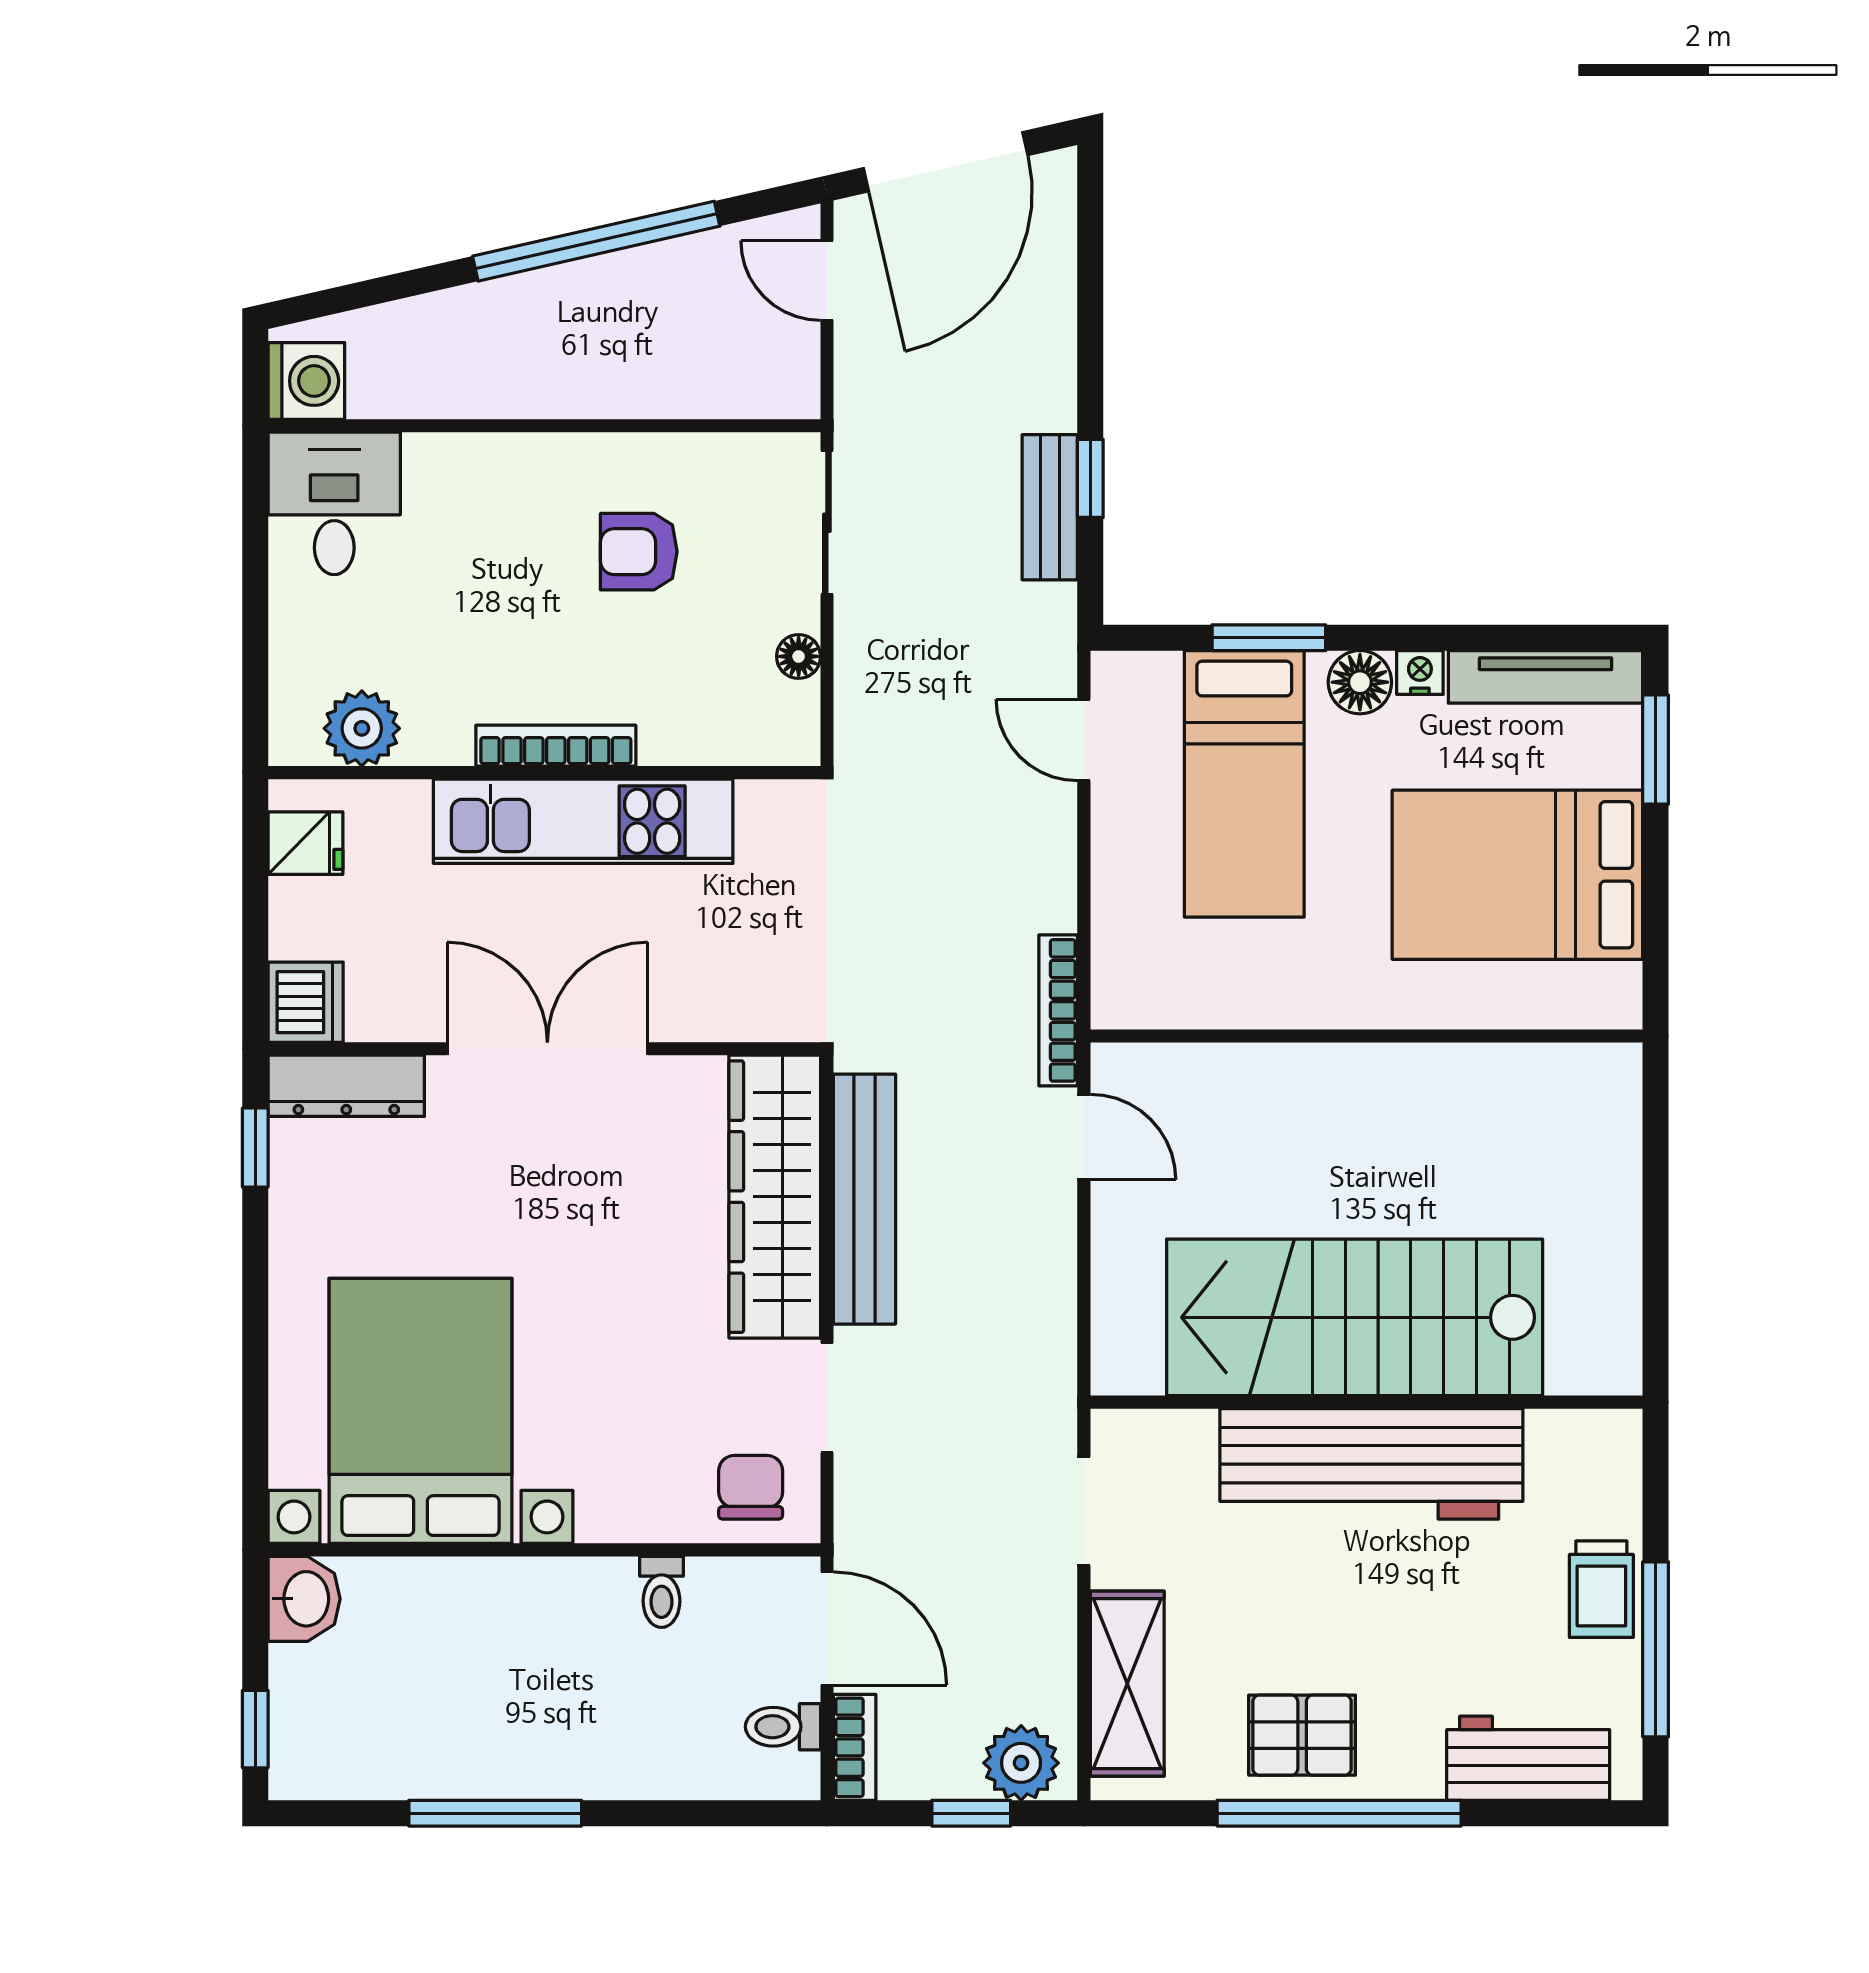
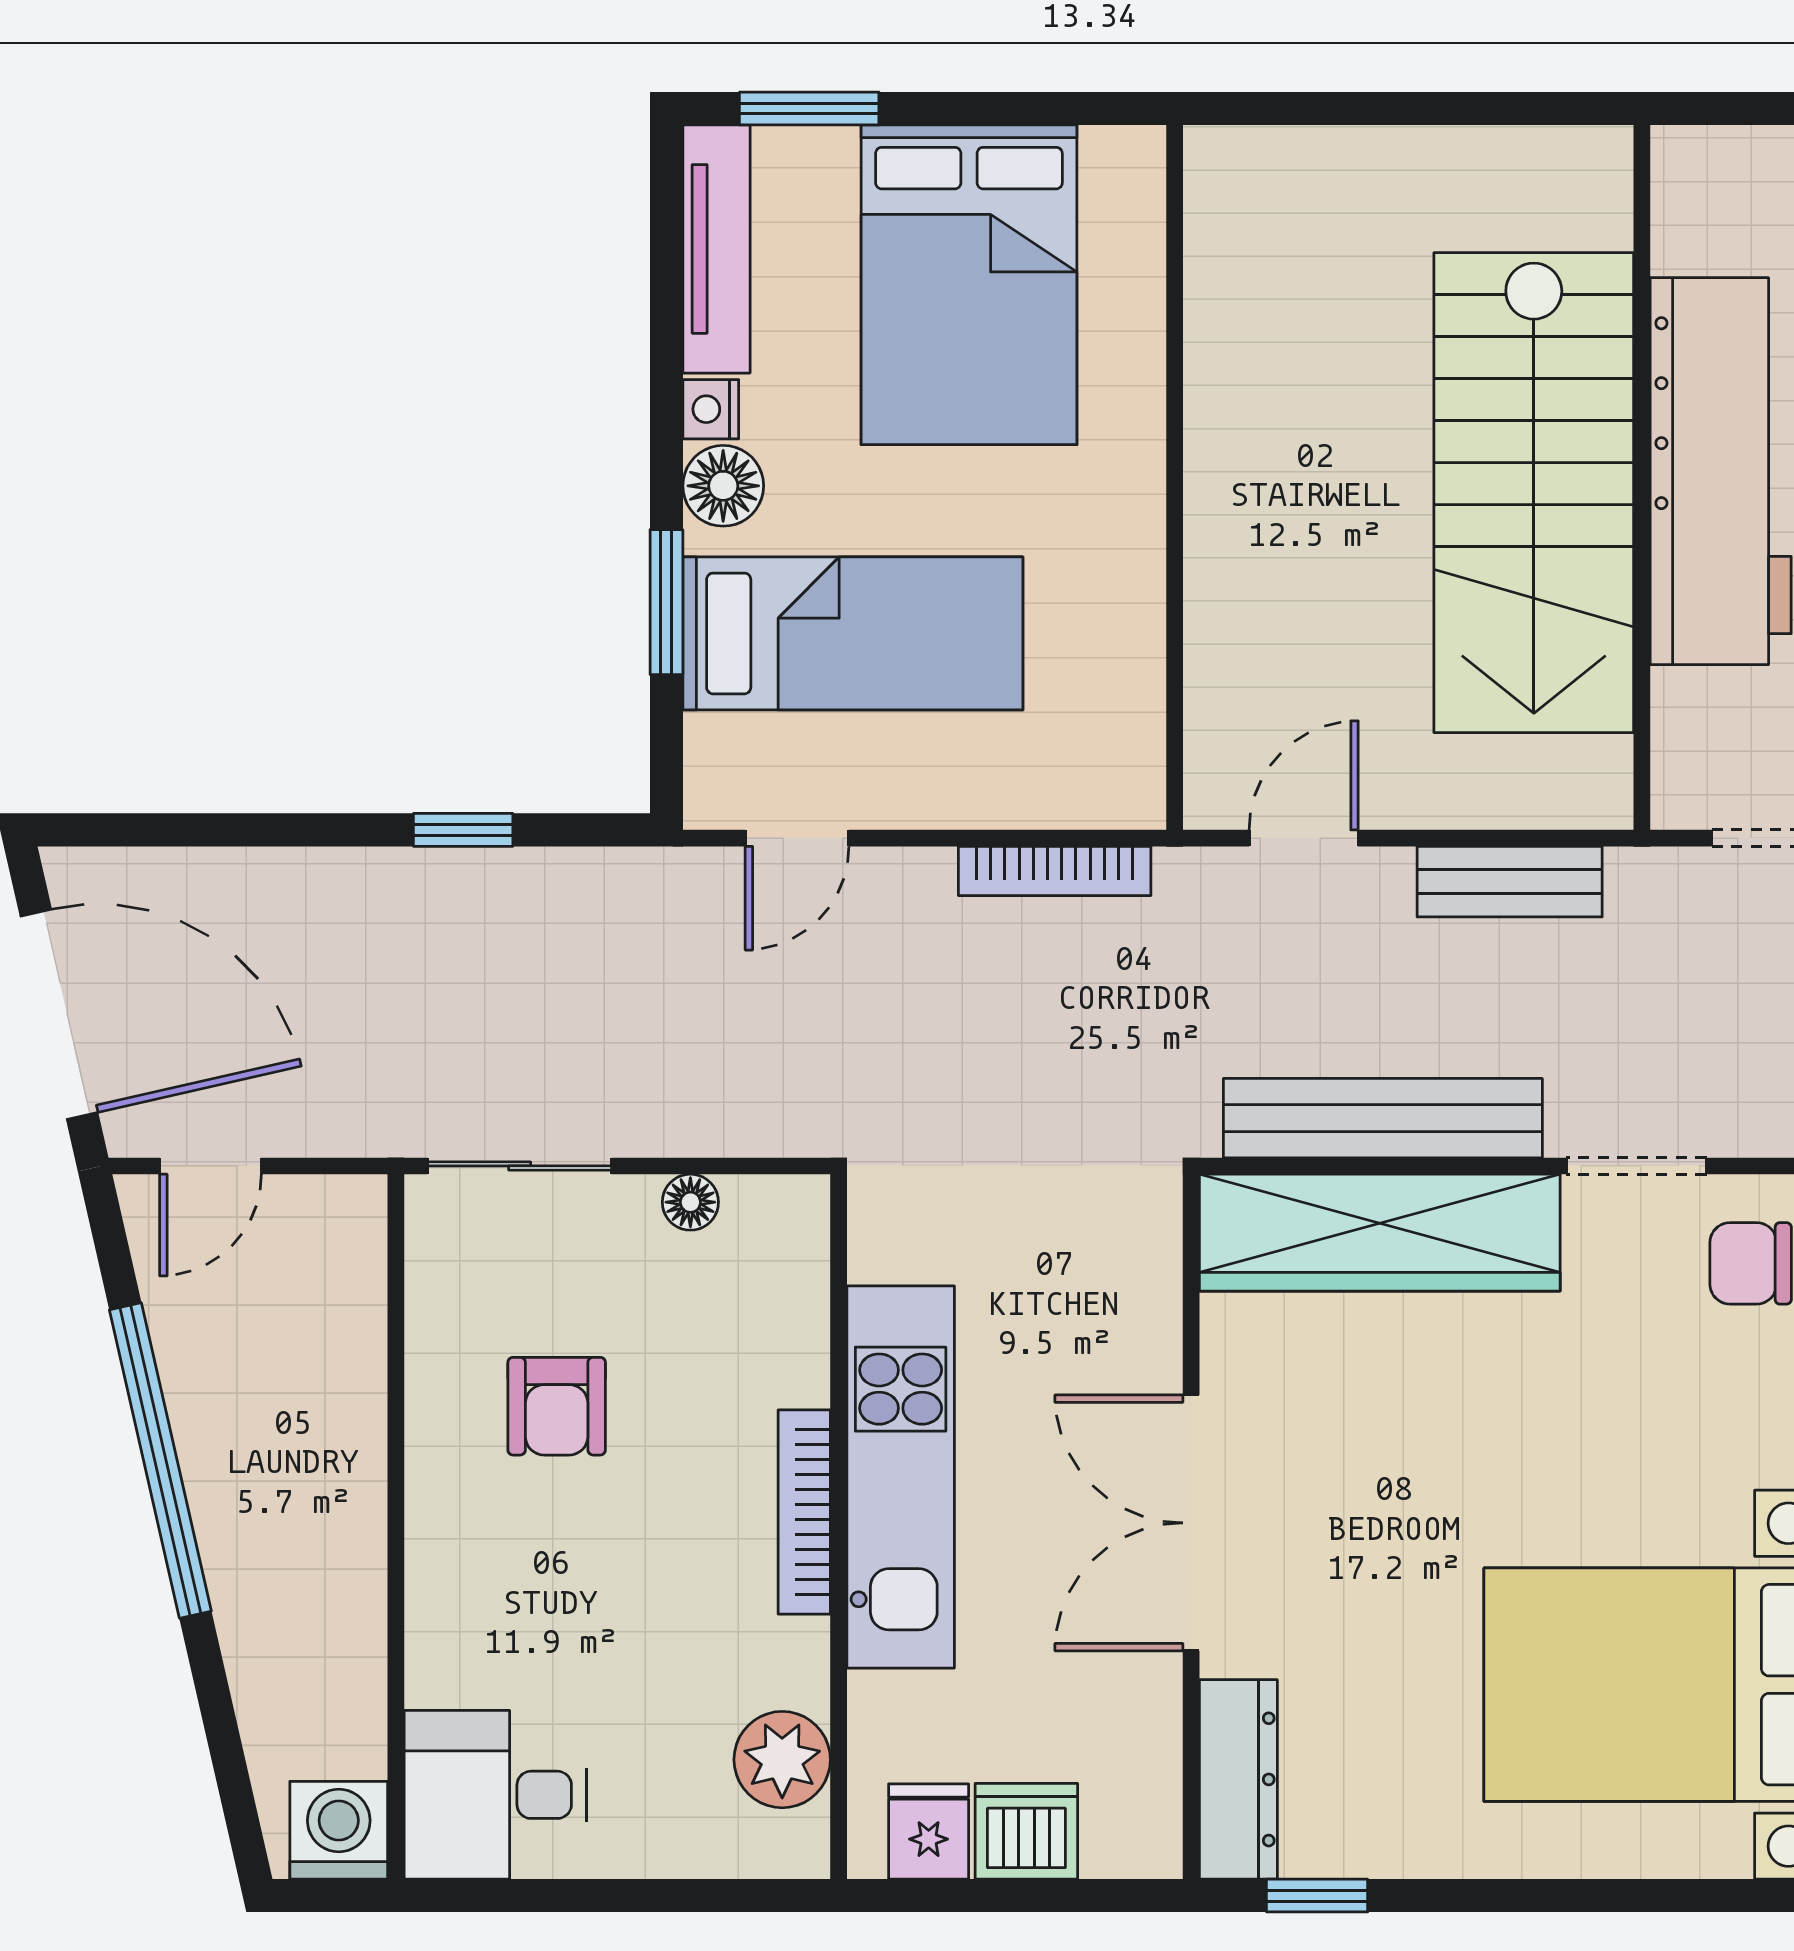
bench: (1050, 507) -> (1510, 882), moved
dishwasher: (306, 1002) -> (1026, 1831), moved
bookcase: (1058, 1010) -> (1055, 871), moved

